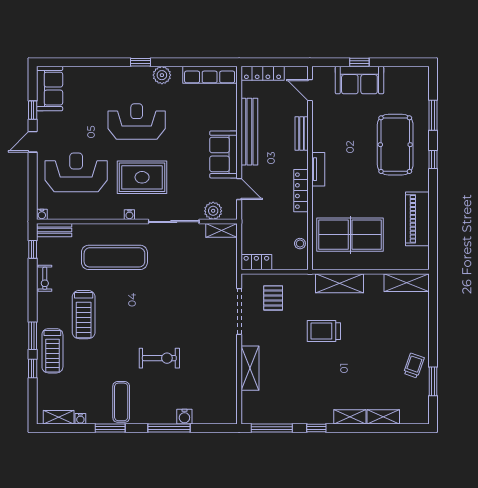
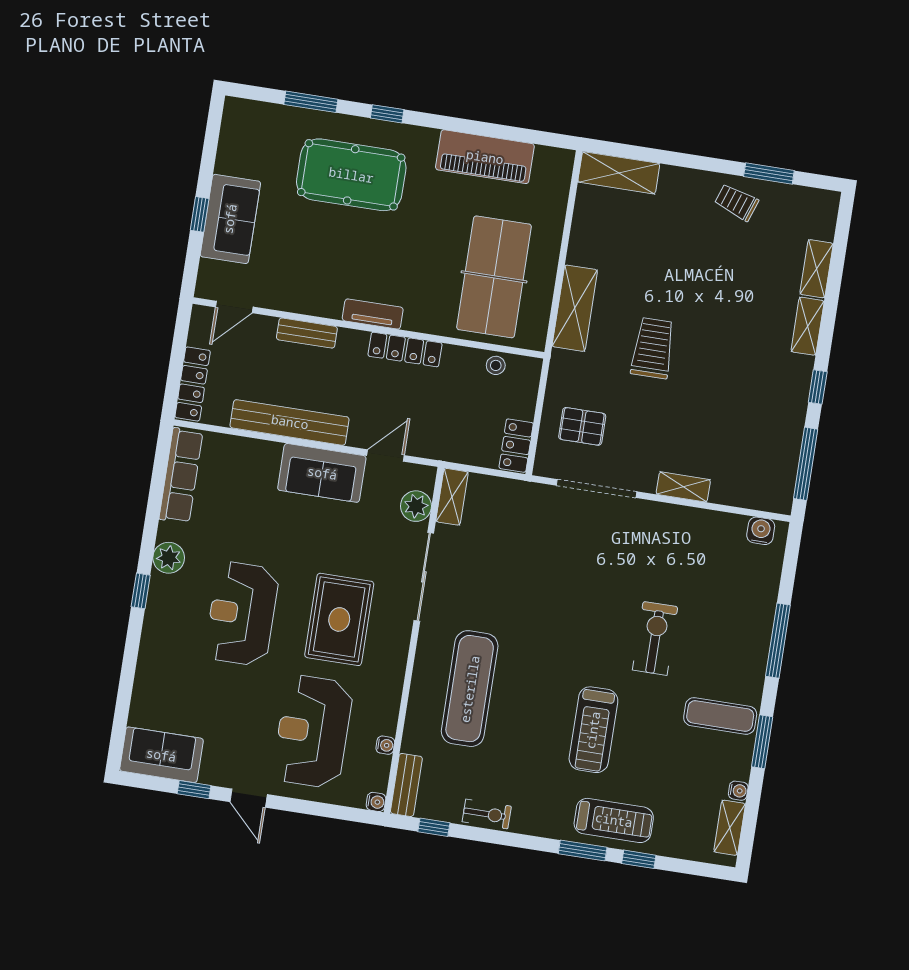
water cooler: (129, 215) -> (385, 745), moved
shelving: (407, 283) -> (619, 173), moved, turned 90
treadmill: (84, 315) -> (593, 730), moved, turned 90
trolley: (324, 331) -> (653, 348), turned 180
shelving: (250, 368) -> (683, 487), width x0.67, depth x0.75
water cooler: (184, 417) -> (761, 531), moved, turned -90

